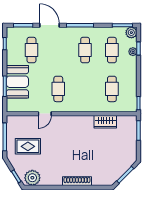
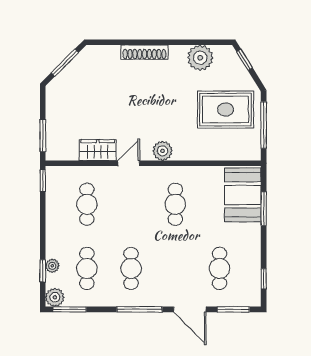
booth: (17, 82) -> (243, 195), moved
door: (45, 114) -> (129, 163), moved
plant: (66, 121) -> (163, 151), added
rug: (28, 146) -> (225, 110), width x1.36, depth x1.43
plant: (32, 178) -> (200, 58), moved

